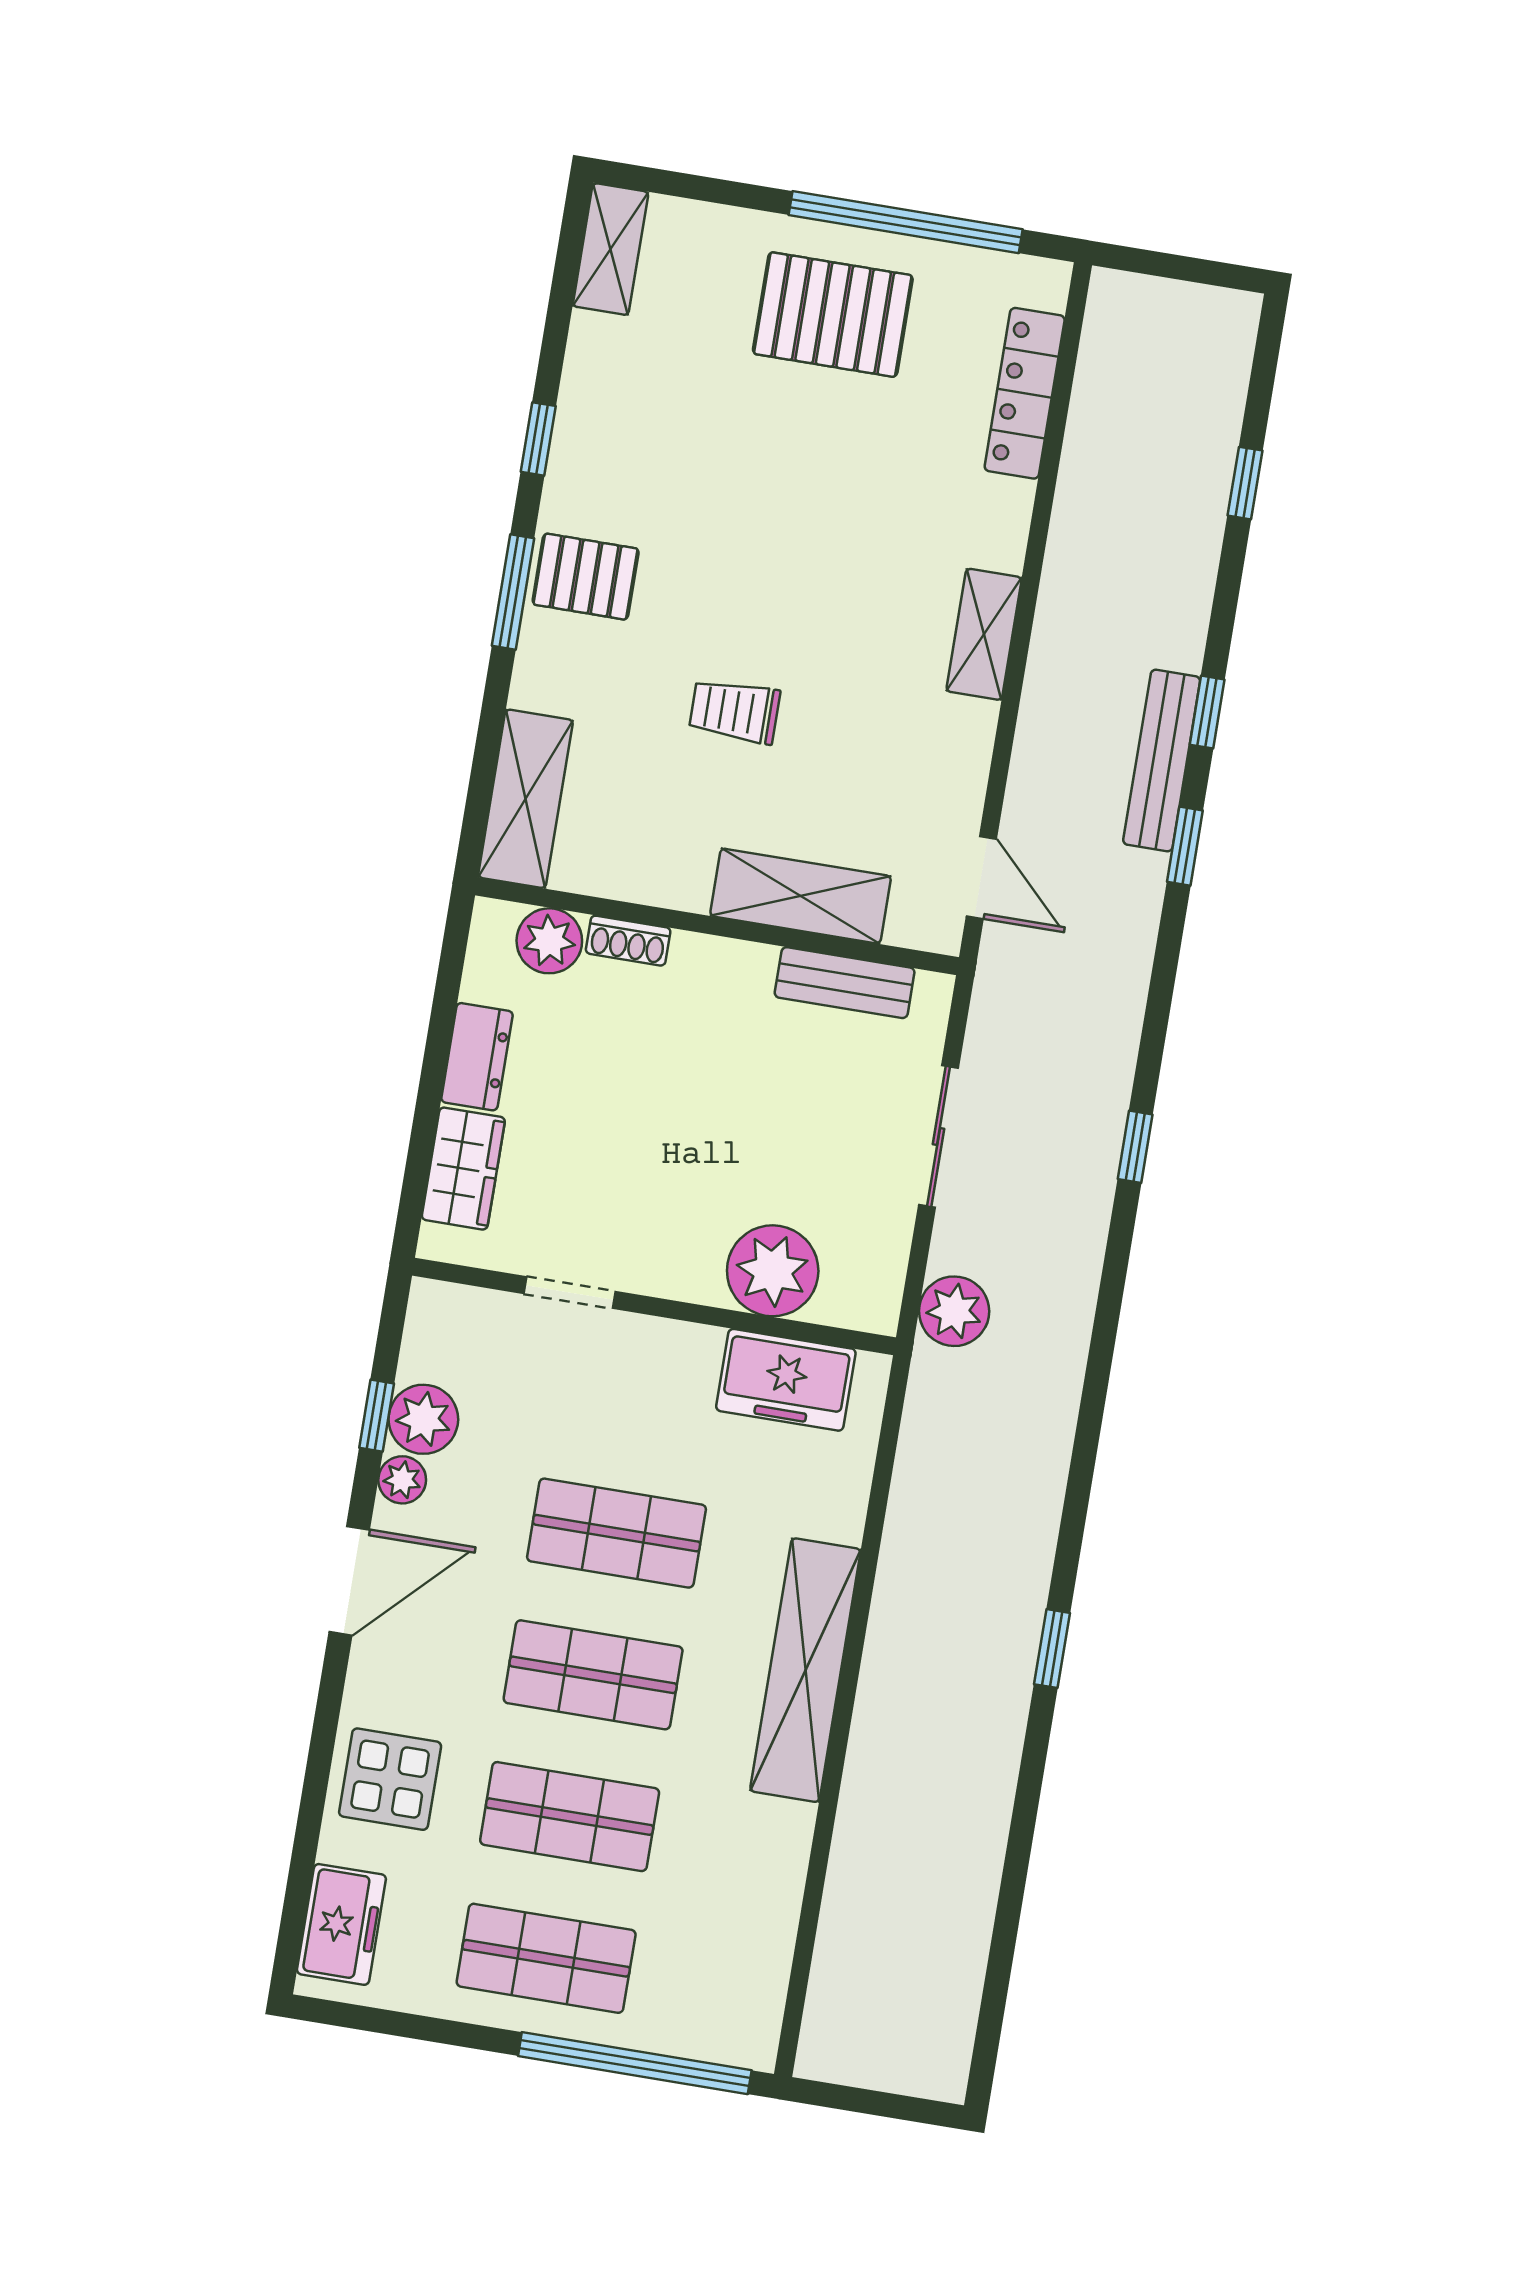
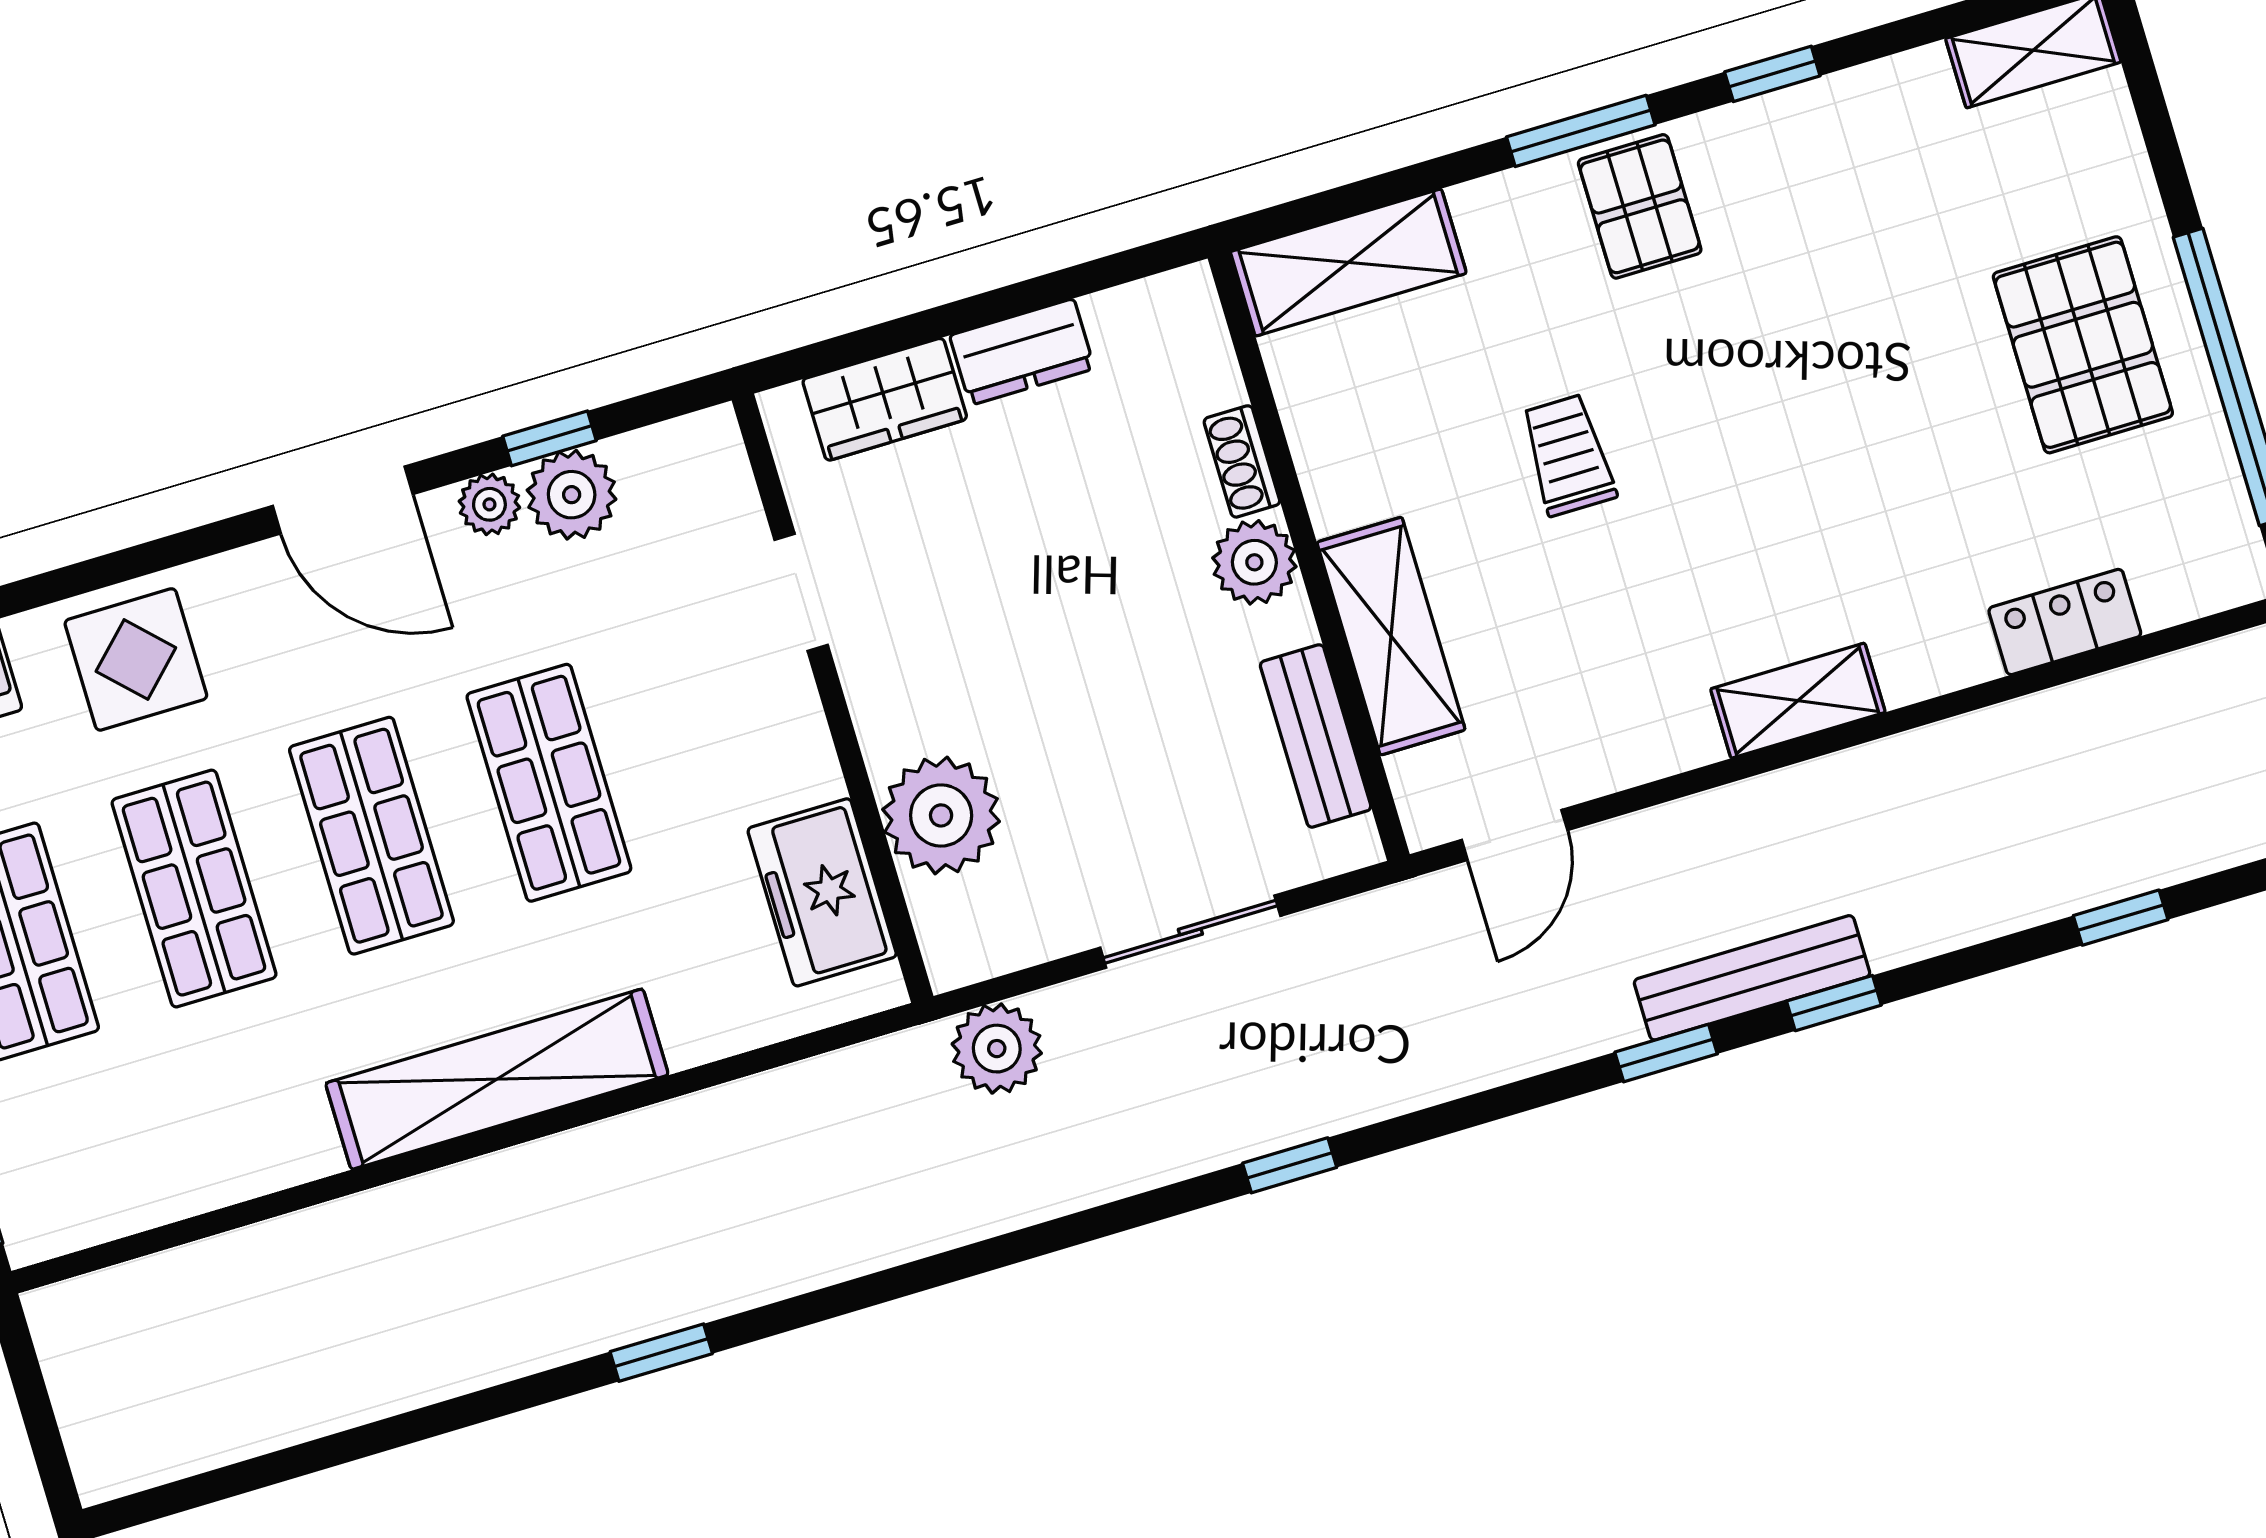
locker: (1025, 393) -> (2065, 622), width x0.66
plant: (549, 941) -> (1254, 562), moved

